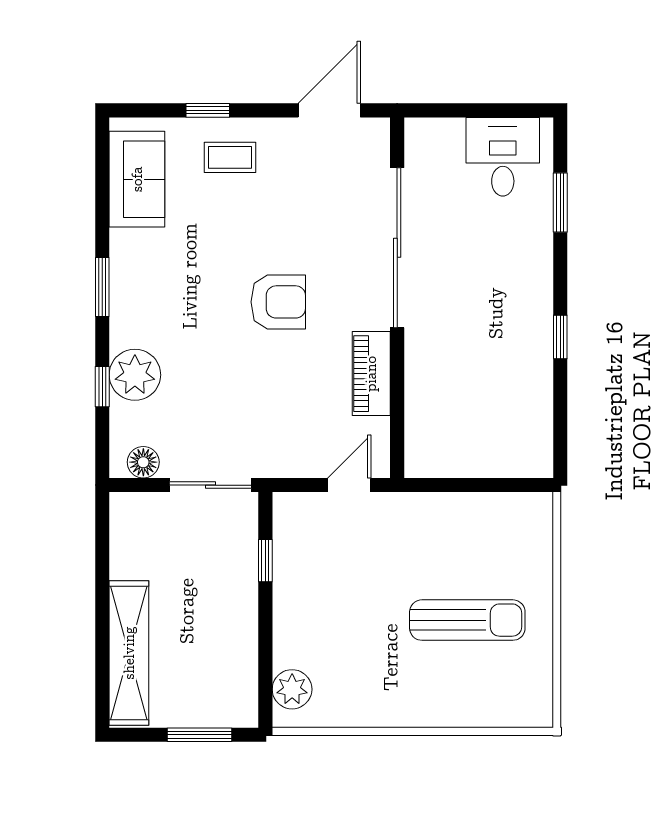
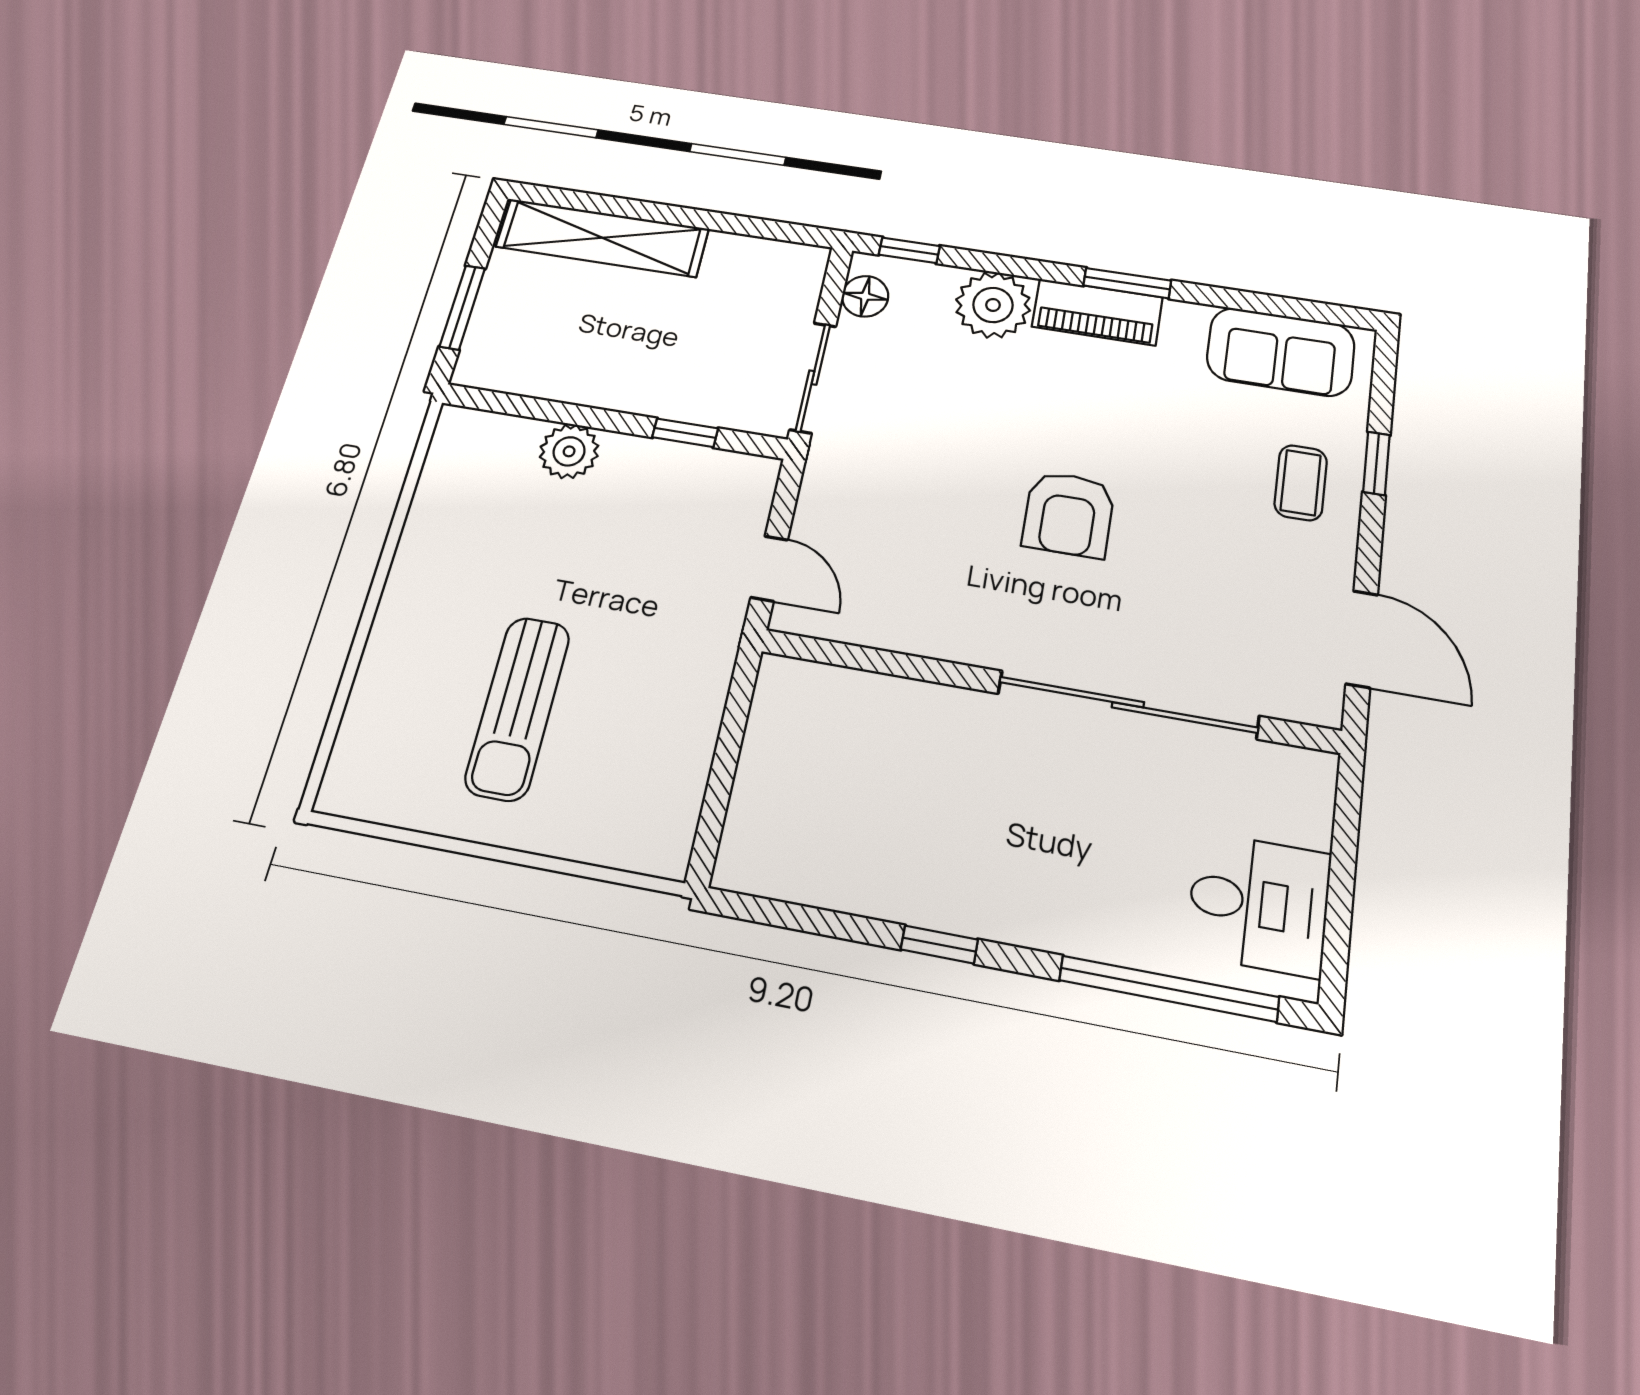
window: (560, 203) -> (1169, 989), width x2.11
piano: (371, 374) -> (1097, 312), moved, turned 180
window: (102, 387) -> (909, 250), moved
plant: (292, 689) -> (569, 451), moved

